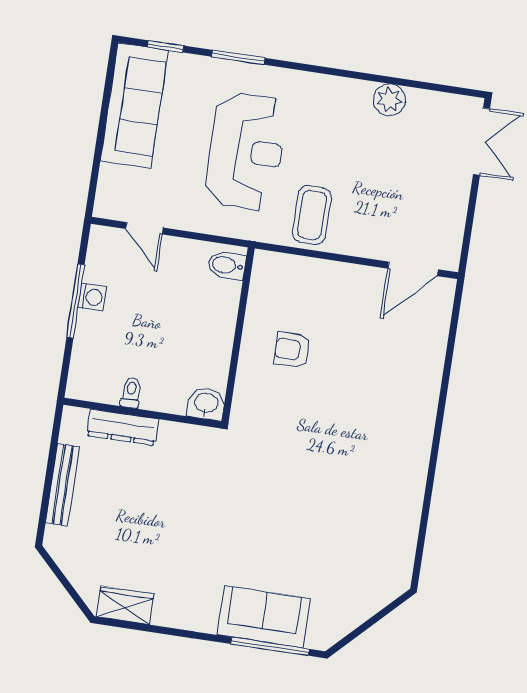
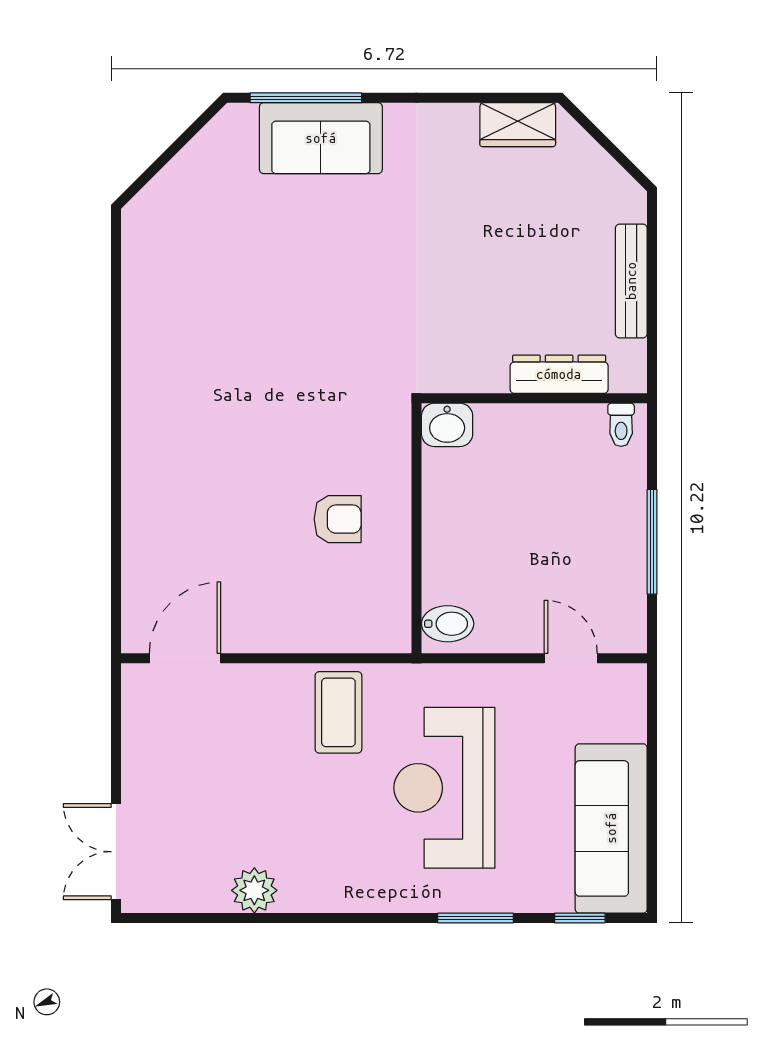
washing machine: (92, 297) -> (630, 550), removed
toilet: (131, 392) -> (621, 425), moved

